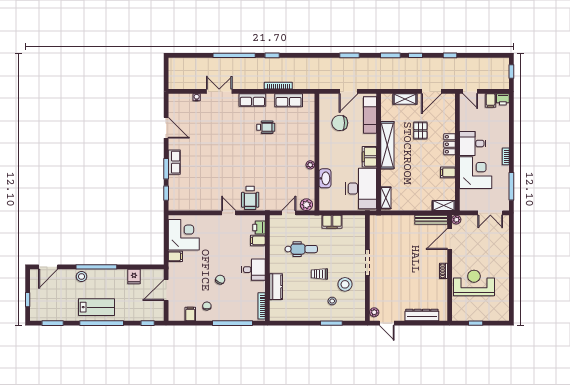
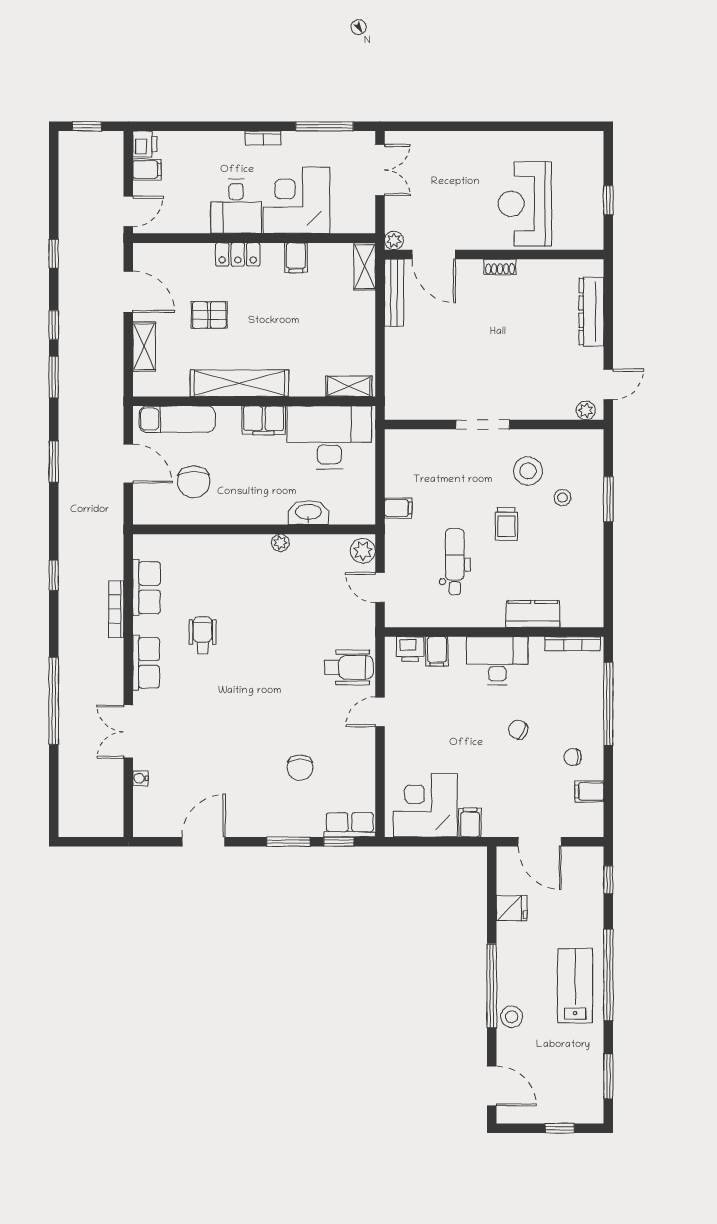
window: (272, 55) -> (54, 575), moved
row of seats: (174, 162) -> (350, 825), moved
chair: (202, 174) -> (300, 768), added
filing cabinet: (332, 222) -> (398, 508), width x0.50
desk: (253, 270) -> (497, 661), width x1.37

